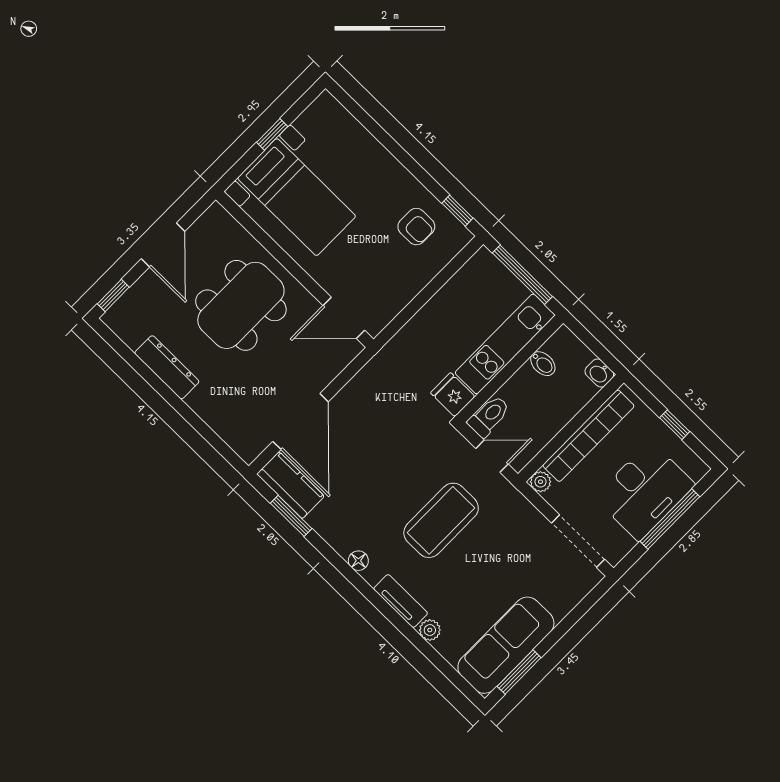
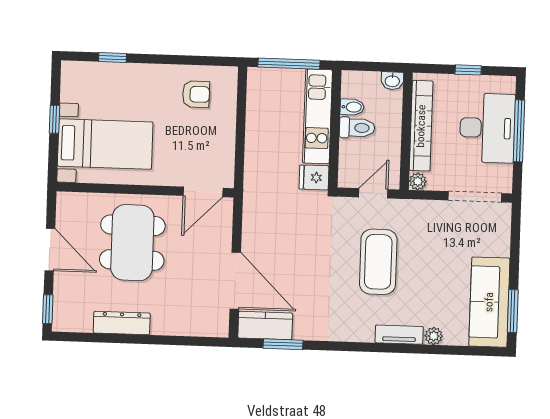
window: (457, 211) -> (113, 57), moved
toilet: (489, 416) -> (357, 128), moved, turned 90
floor lamp: (358, 561) -> (350, 334), removed

